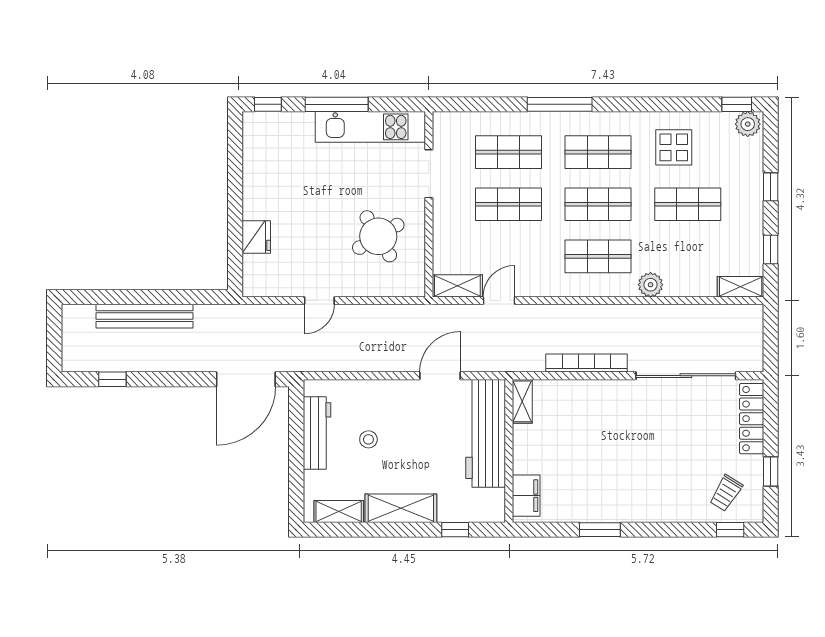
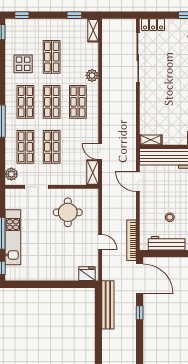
plant: (748, 124) -> (11, 174), moved
kitchen unit: (370, 127) -> (13, 237), moved
window: (771, 187) -> (22, 15), moved
round table: (378, 236) -> (68, 212), turned 31
fridge: (256, 237) -> (87, 274), moved
bench: (144, 316) -> (108, 305), moved
bookcase: (587, 363) -> (131, 240), moved
window: (112, 379) -> (140, 313), moved
locker: (752, 419) -> (153, 25), width x0.66

